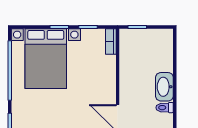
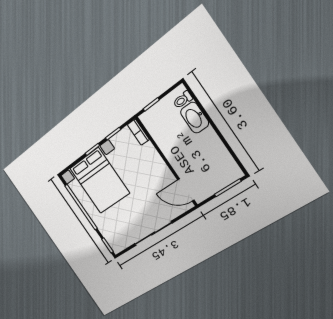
washbasin: (164, 87) -> (195, 118), moved
toilet: (165, 108) -> (183, 100), moved

